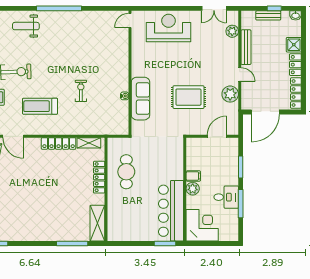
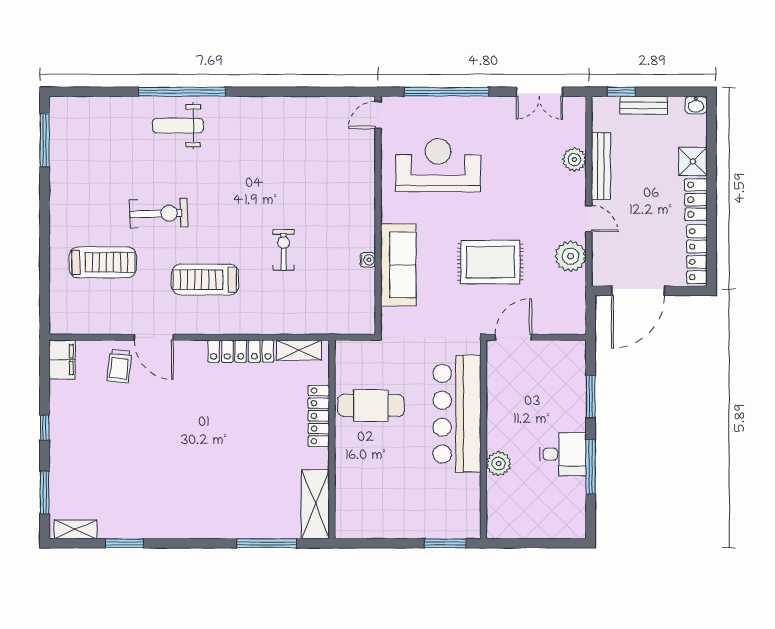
window: (59, 8) -> (182, 92), moved
window: (166, 8) -> (446, 92), added
window: (274, 8) -> (621, 92), moved
reception desk: (169, 28) -> (438, 165), moved
plant: (232, 31) -> (574, 159), moved
door: (217, 136) -> (513, 337), moved
cafe table: (126, 172) -> (371, 405), turned 90
filing cabinet: (193, 176) -> (500, 414), removed
plant: (193, 189) -> (498, 464), moved
bar counter: (171, 211) -> (457, 414), moved
corner desk: (202, 225) -> (517, 508), removed

